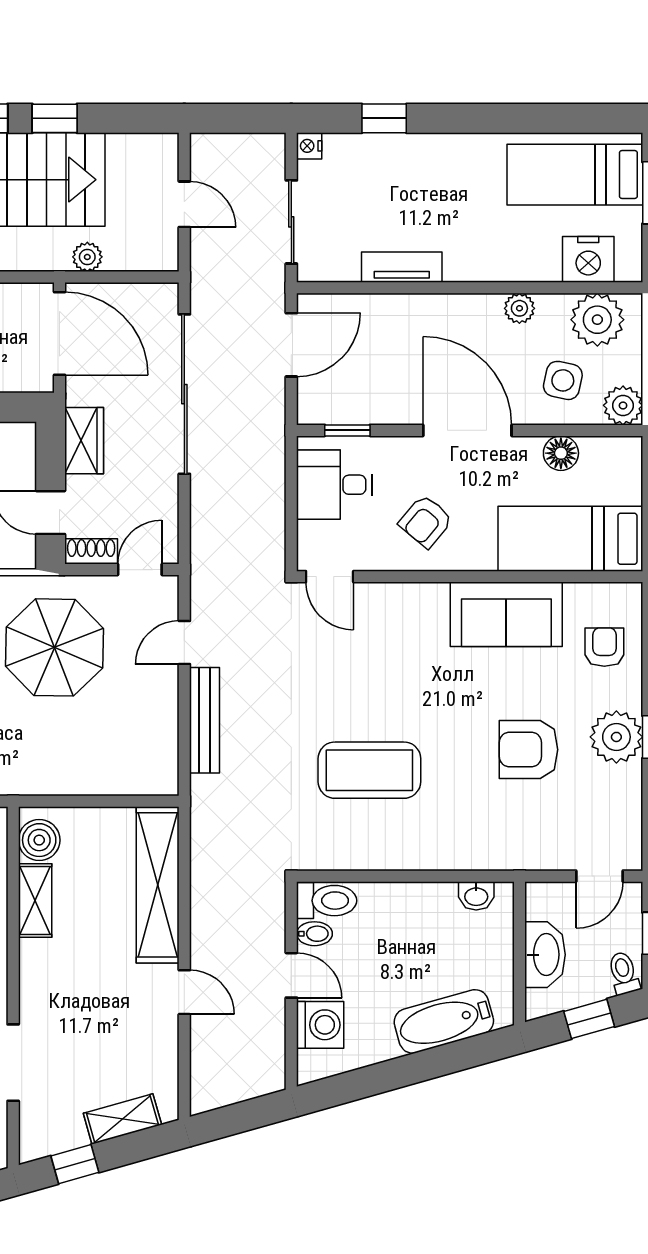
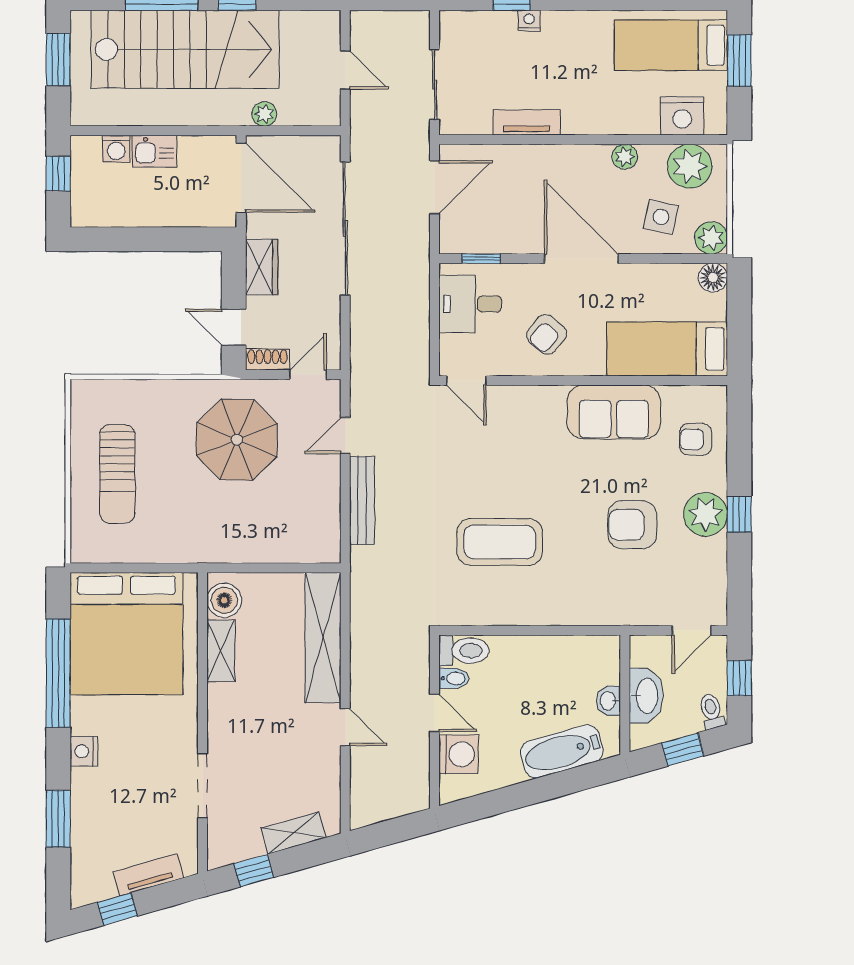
nightstand: (309, 146) -> (529, 21), moved, turned 90
floor lamp: (561, 453) -> (713, 278), moved
armchair: (604, 647) -> (696, 439), turned -90
washbasin: (476, 896) -> (608, 701), moved, turned 90

